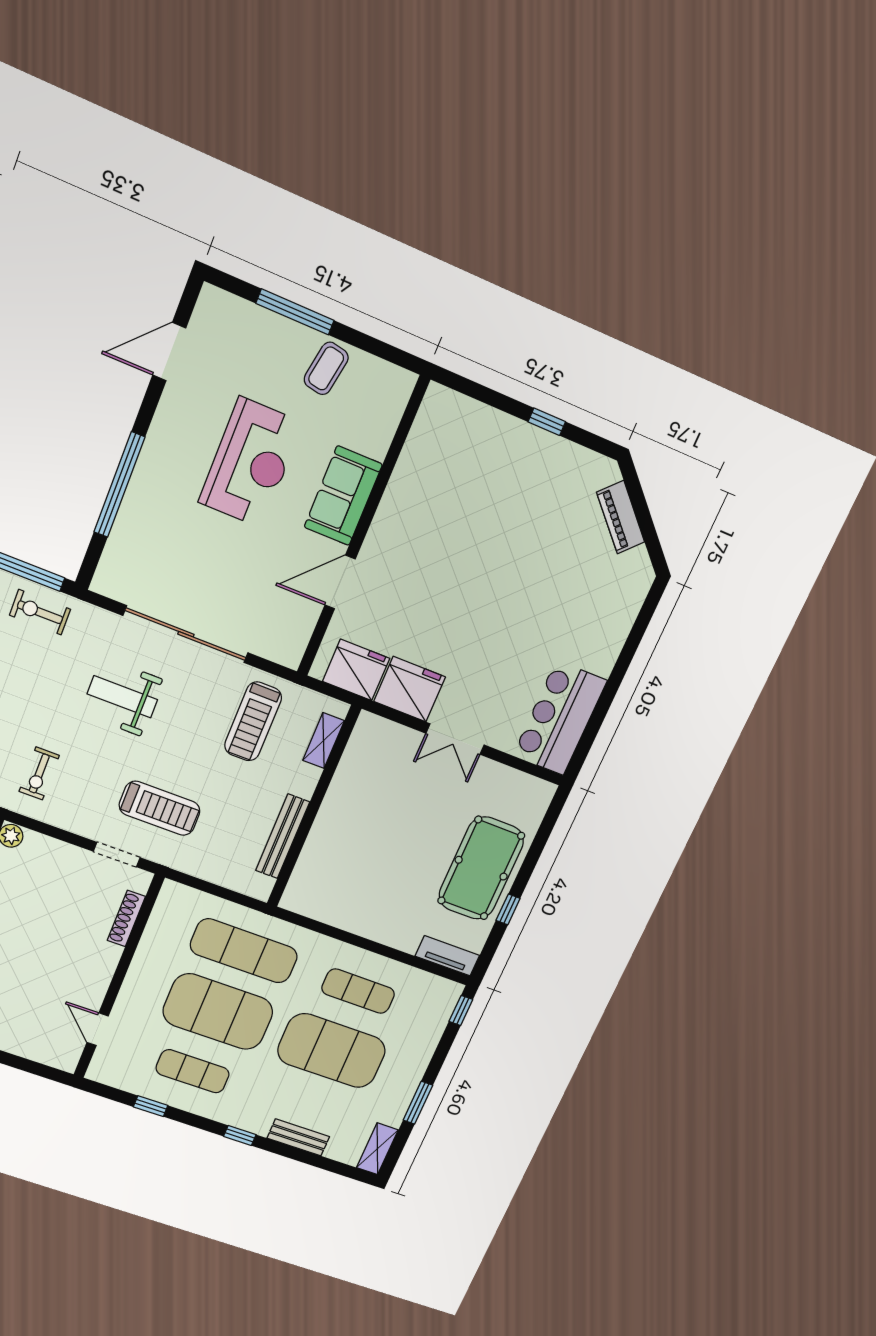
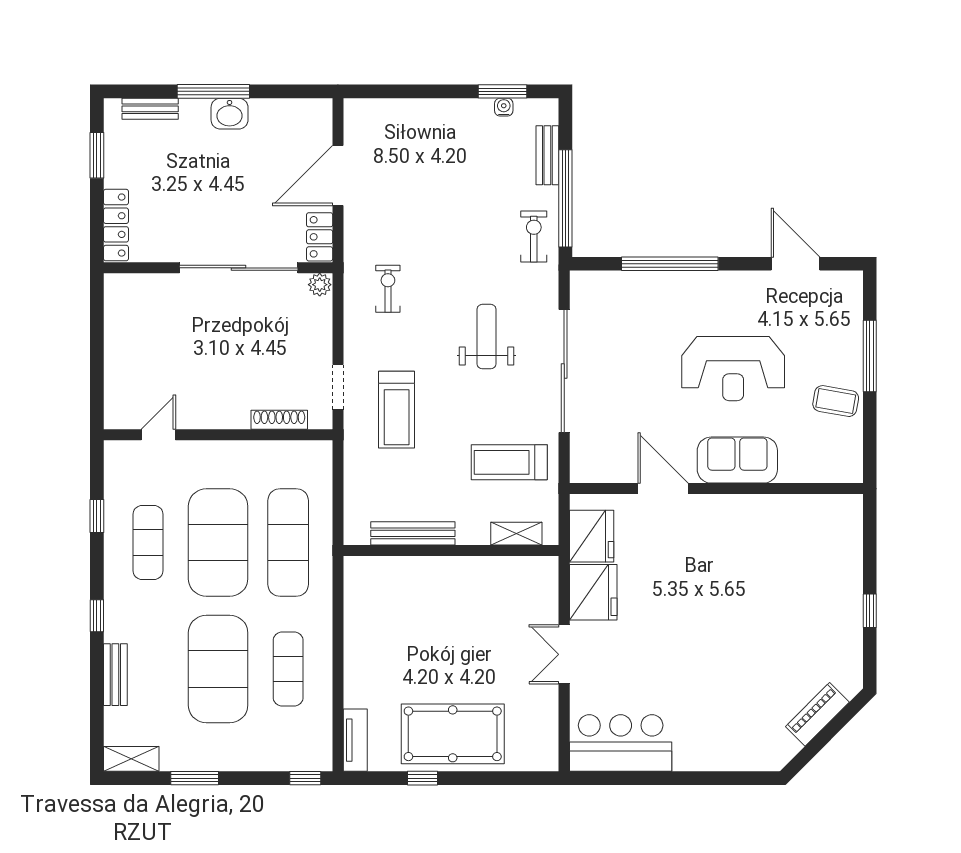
exercise bike: (39, 773) -> (388, 289), turned 90

